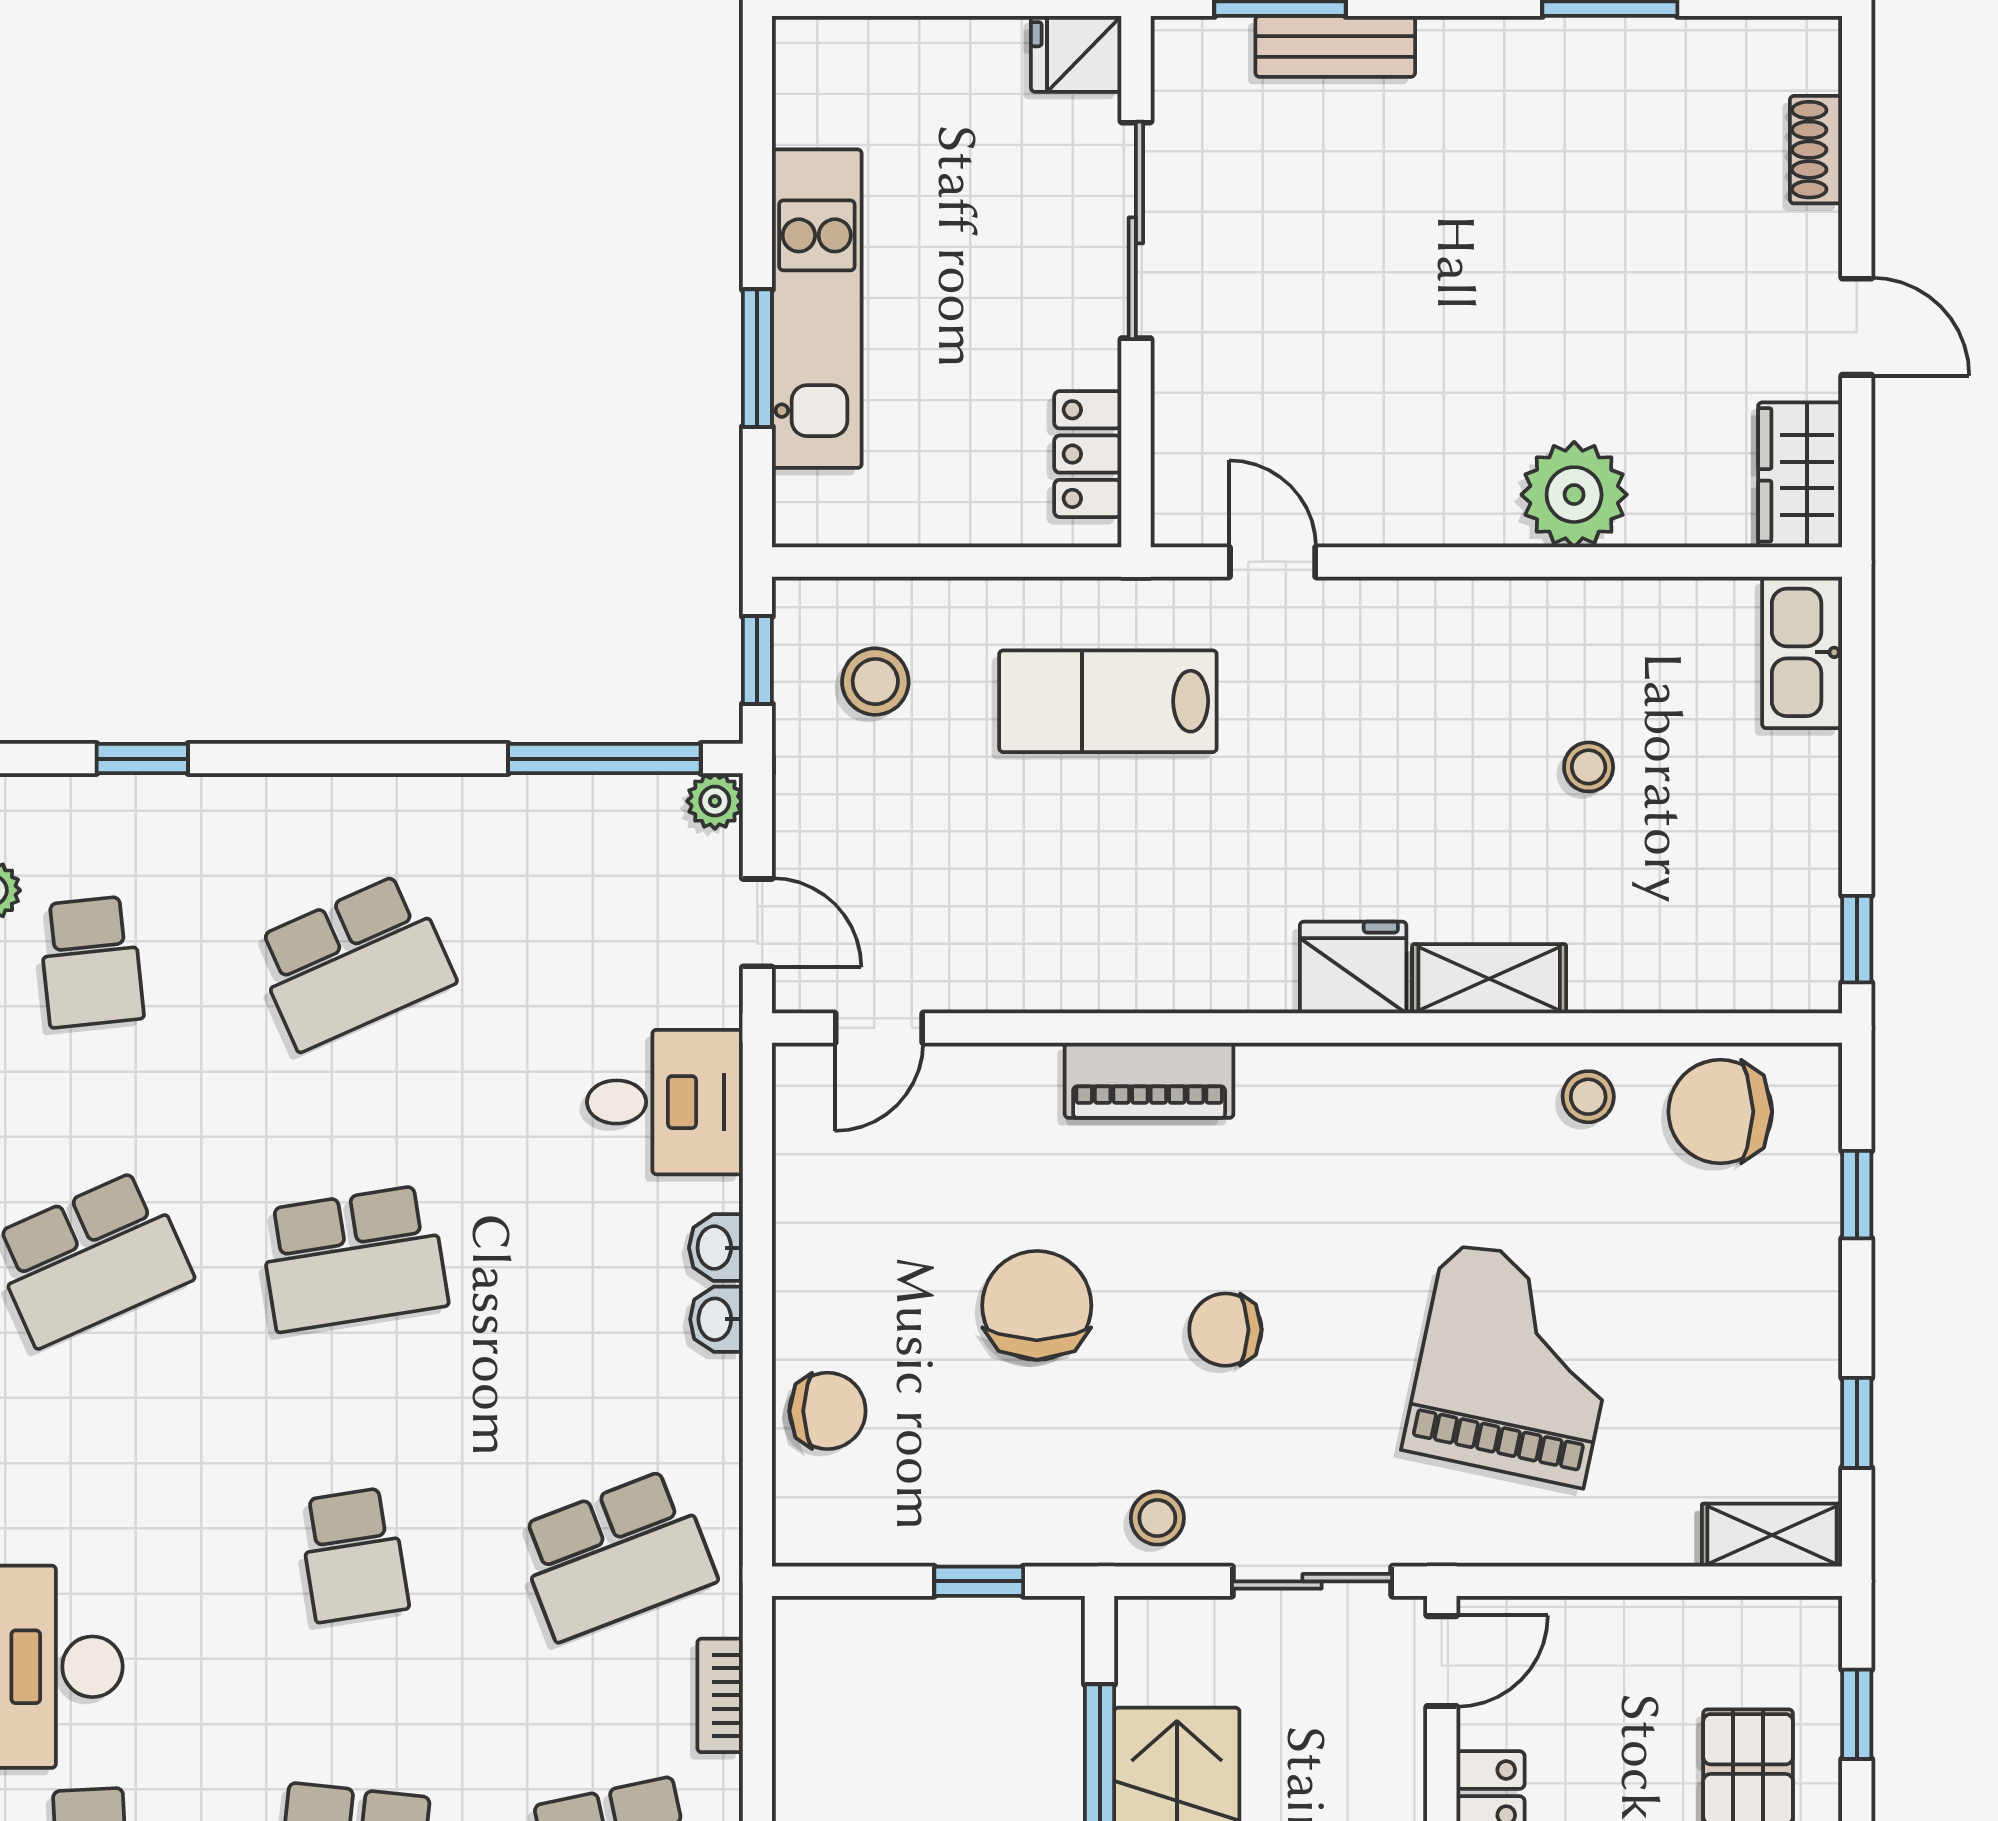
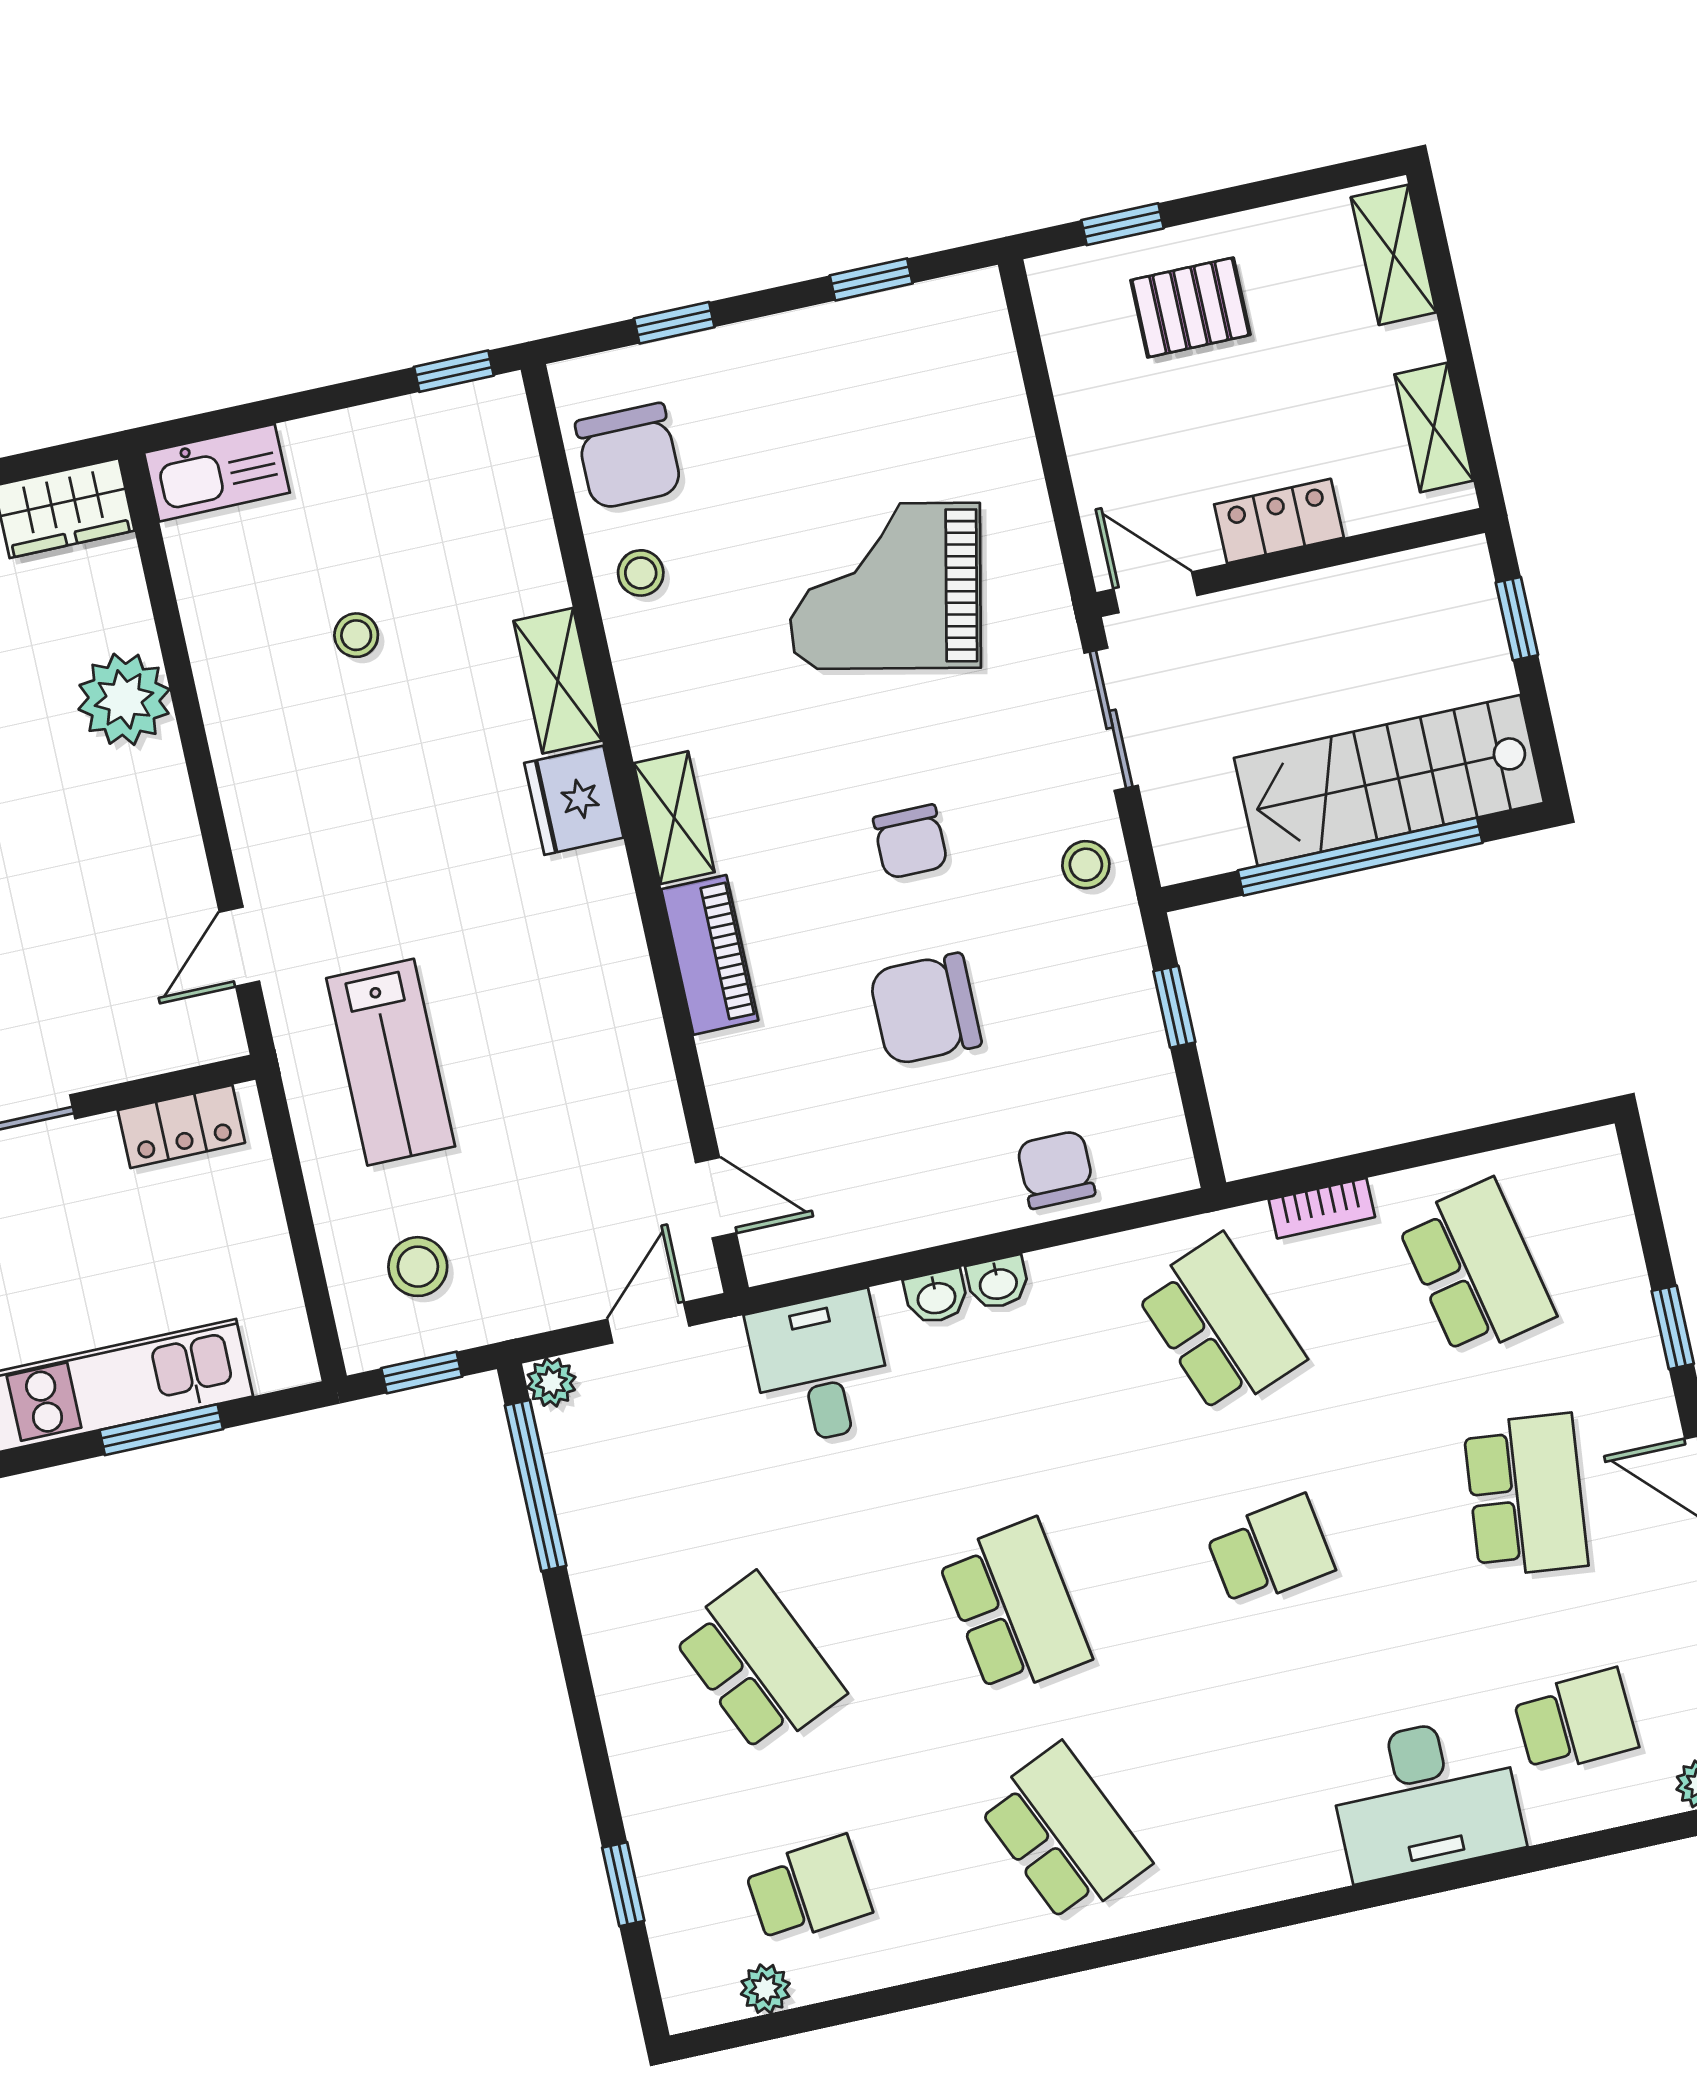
shelving: (1772, 1535) -> (674, 818), moved

